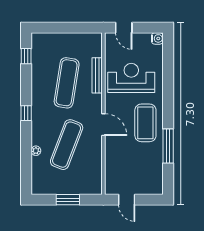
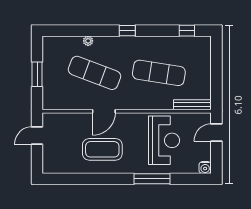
bench: (97, 75) -> (192, 105), moved
coffee table: (145, 123) -> (102, 149), moved
door: (103, 125) -> (104, 111), moved
window: (168, 146) -> (152, 179), moved

